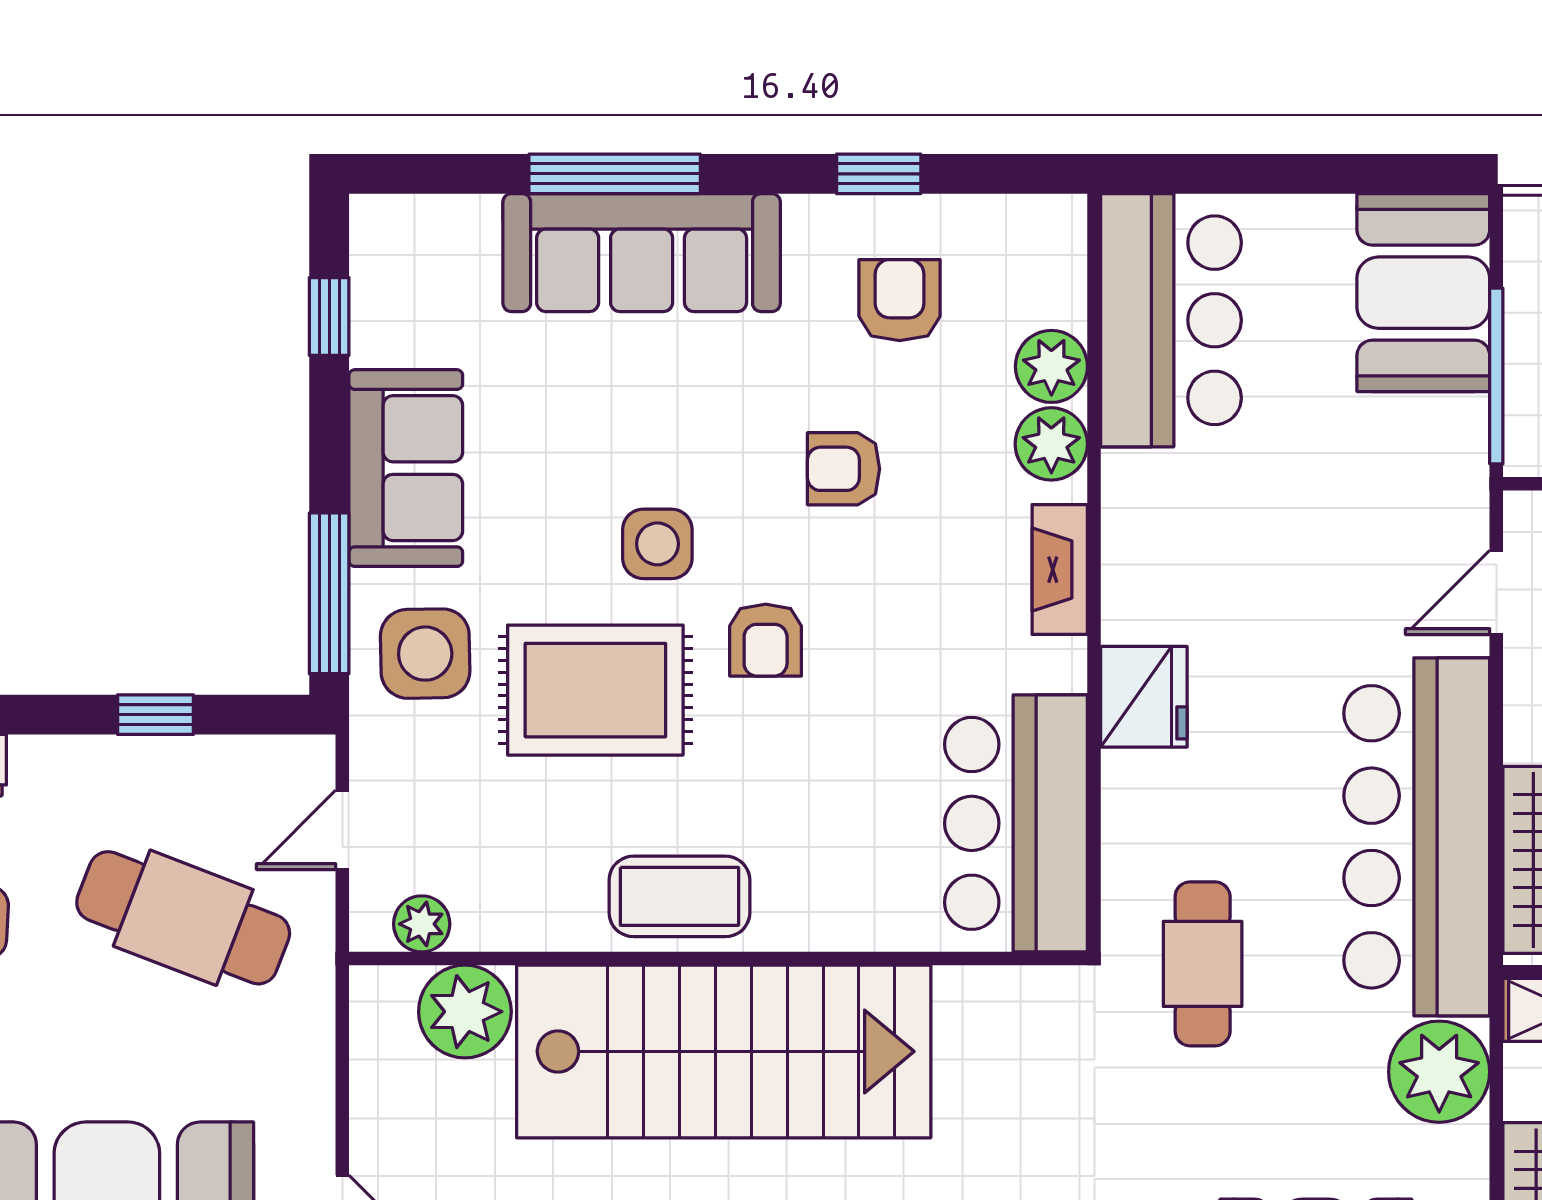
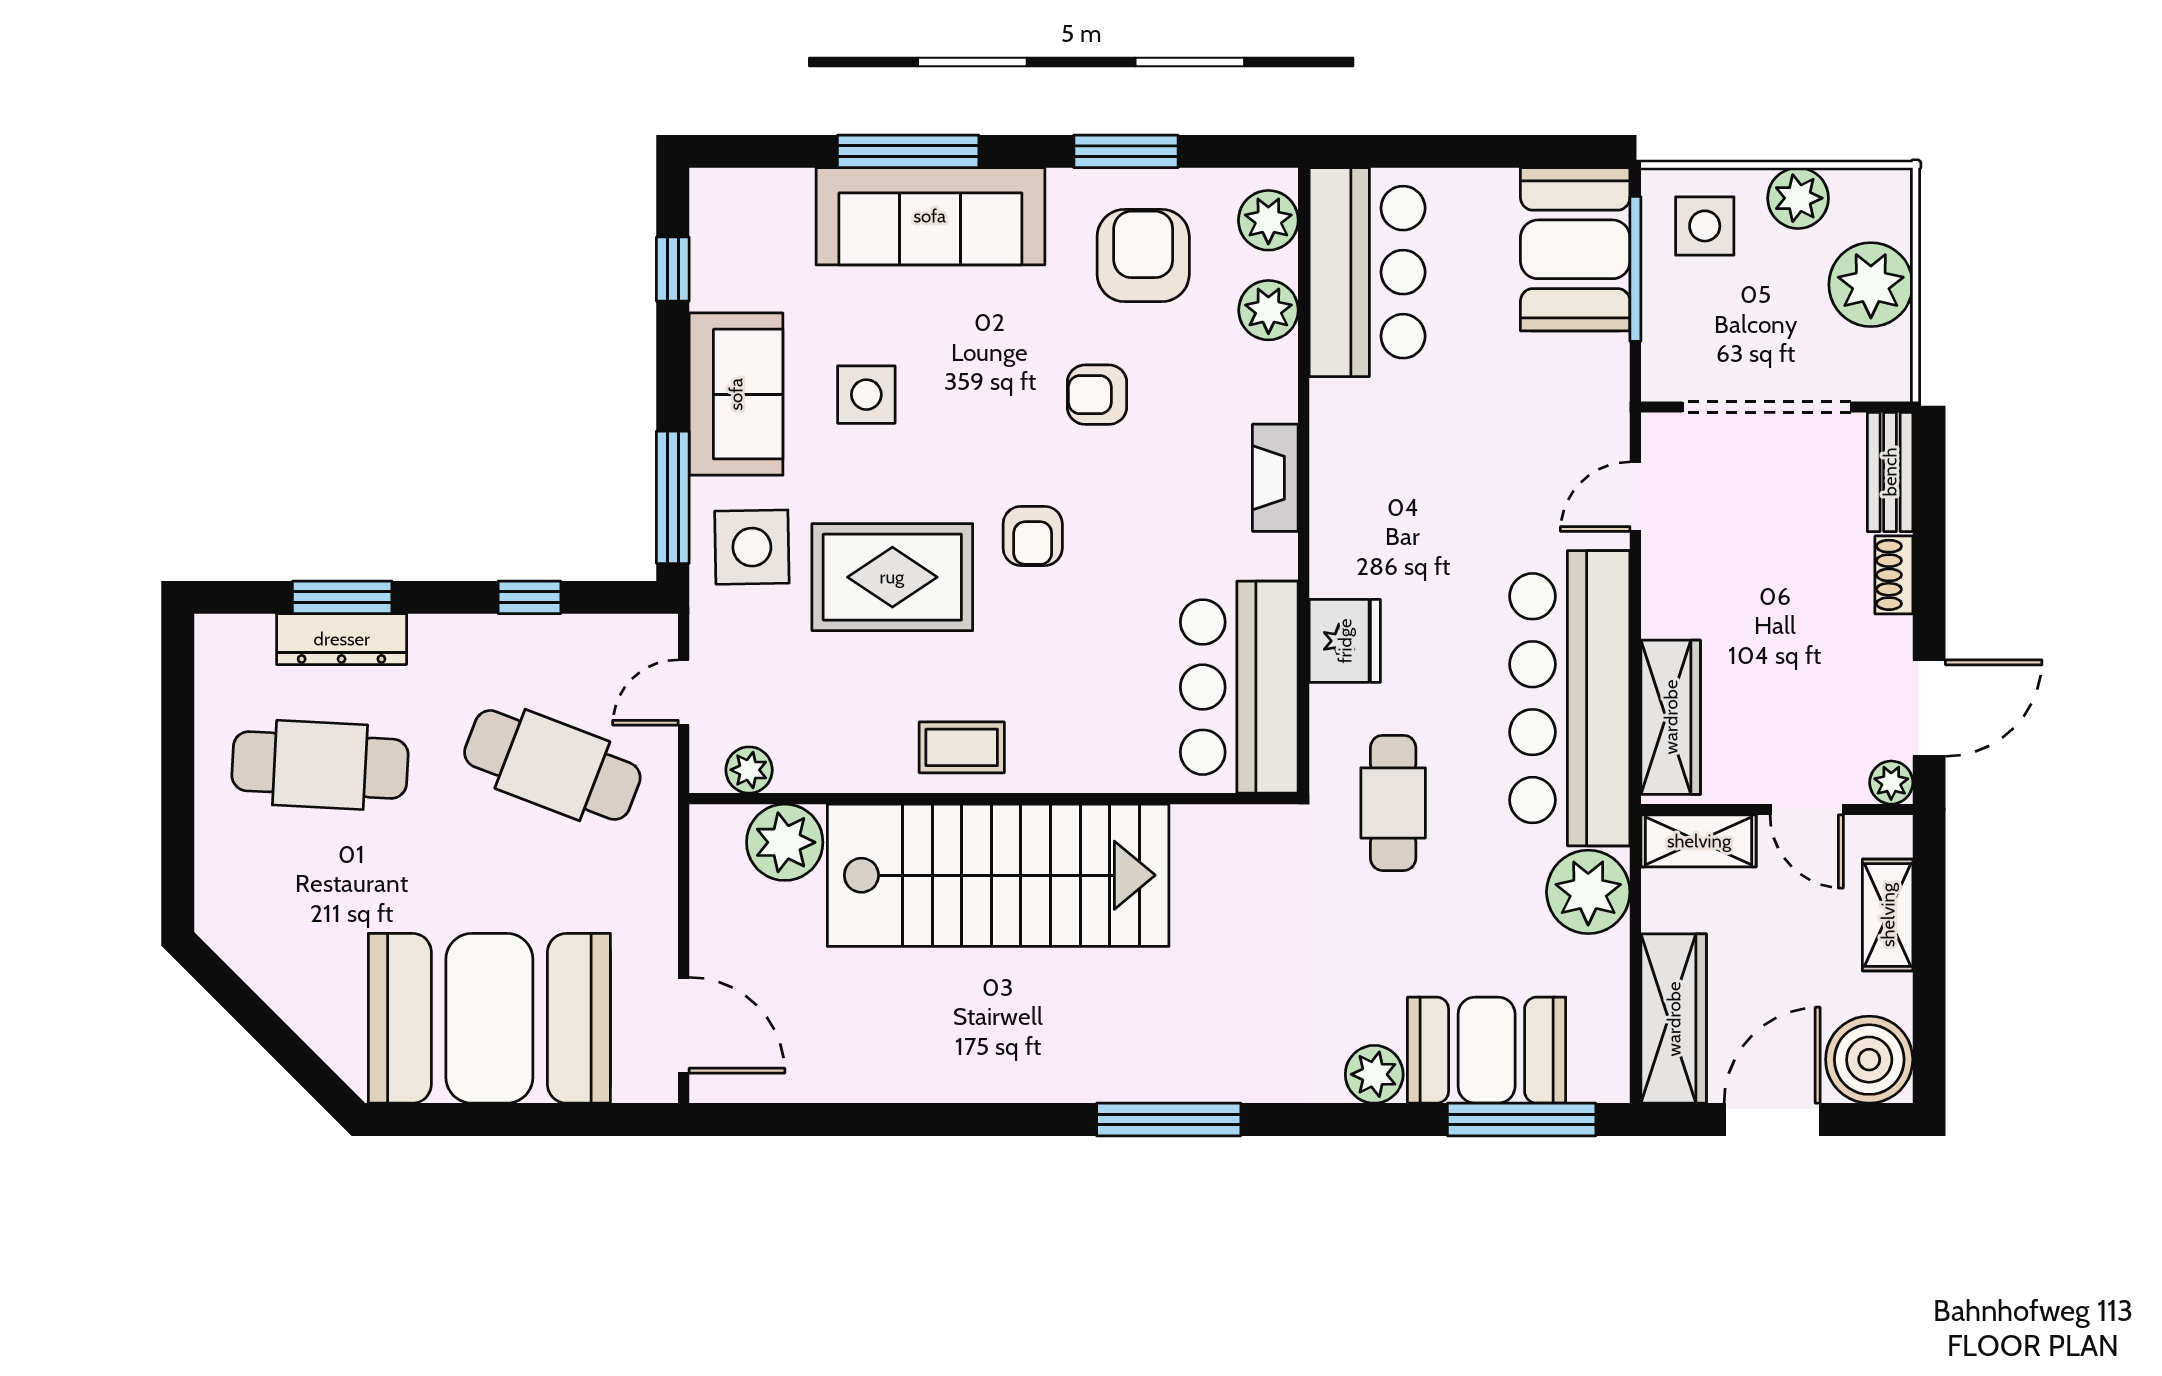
window: (879, 174) -> (1126, 151), width x1.50
armchair: (900, 300) -> (1143, 255), width x1.38, depth x1.38
window: (1496, 376) -> (1635, 269), moved
plant: (1051, 444) -> (1268, 220), moved
side table: (657, 544) -> (866, 395), moved
fridge: (1144, 697) -> (1345, 641), moved
coffee table: (679, 896) -> (962, 747), width x0.73, depth x0.77

